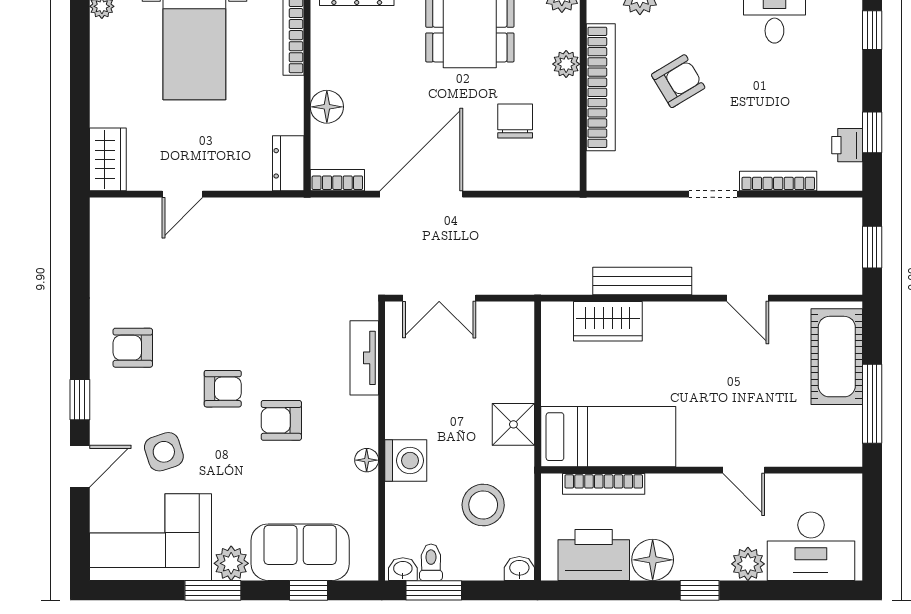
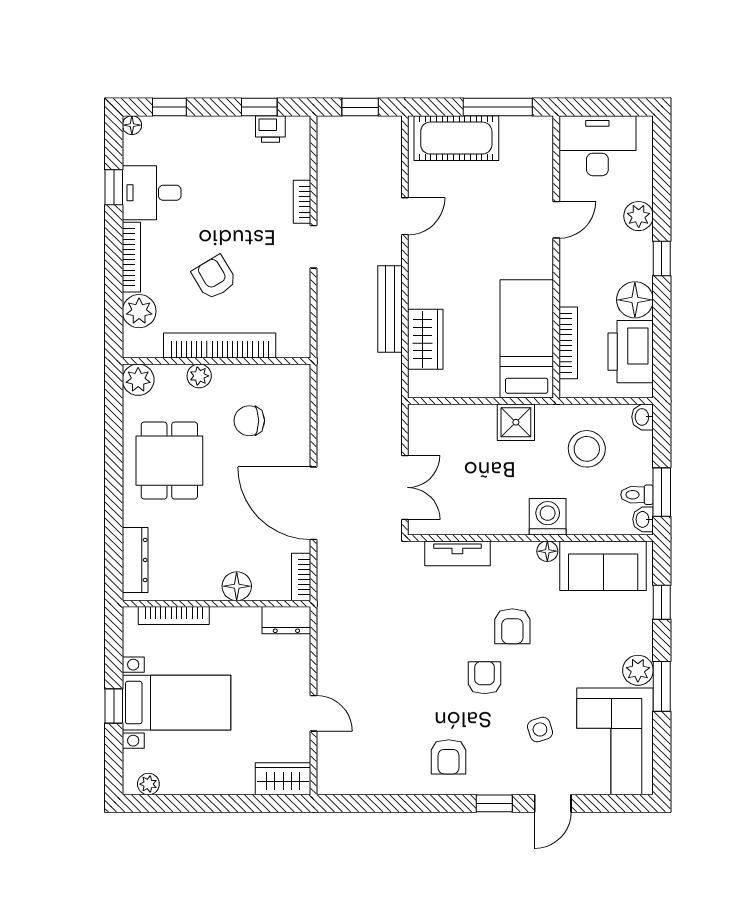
bookcase: (778, 181) -> (302, 202), width x0.64
side table: (164, 452) -> (540, 729), width x0.73, depth x0.73
door: (80, 466) -> (553, 803), swing flipped
desk: (811, 546) -> (597, 146), moved, turned -90
sofa: (300, 552) -> (603, 566), moved, turned -90

